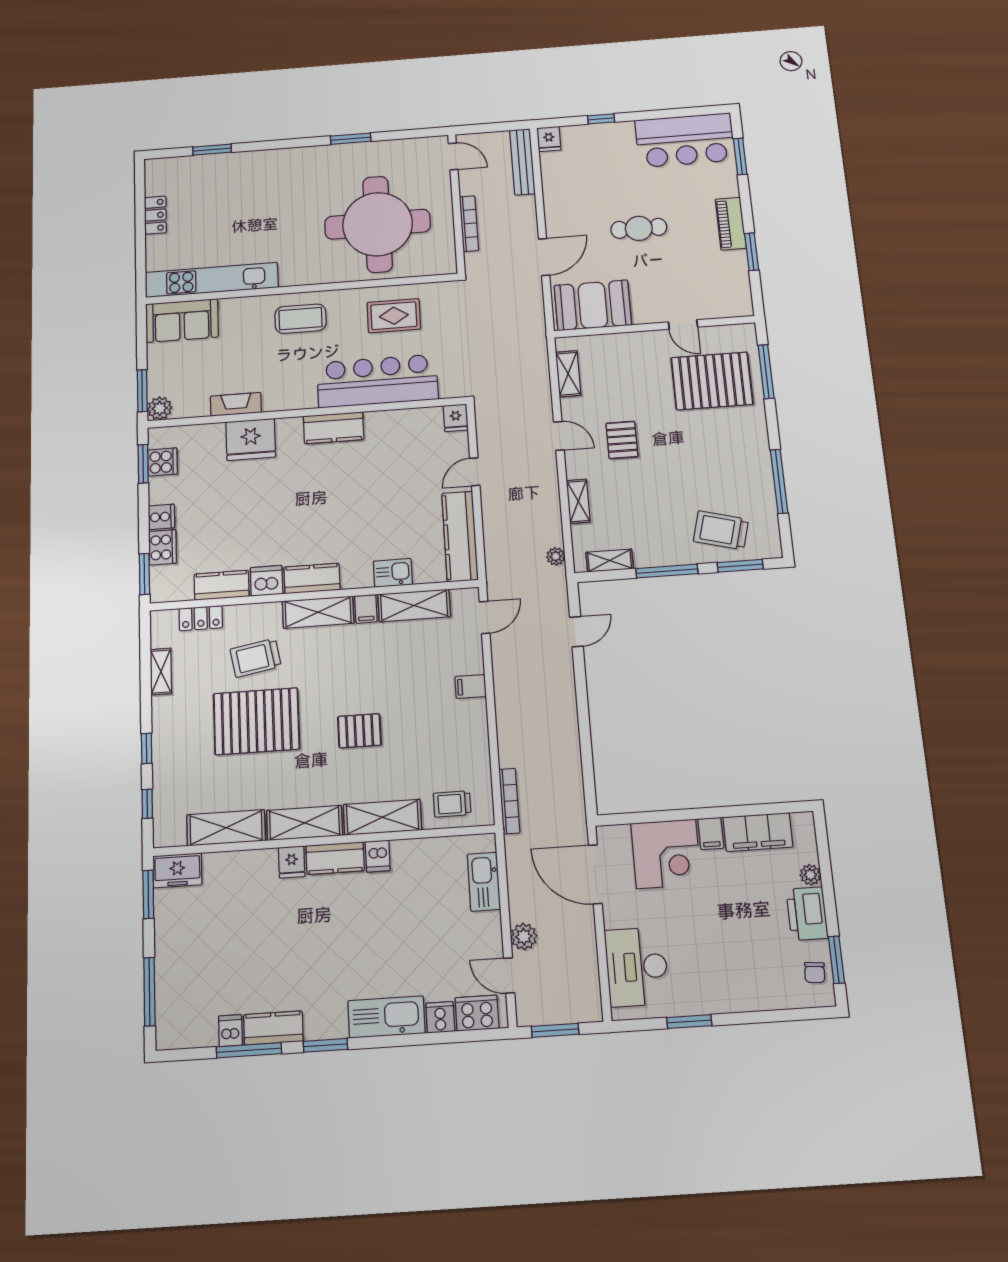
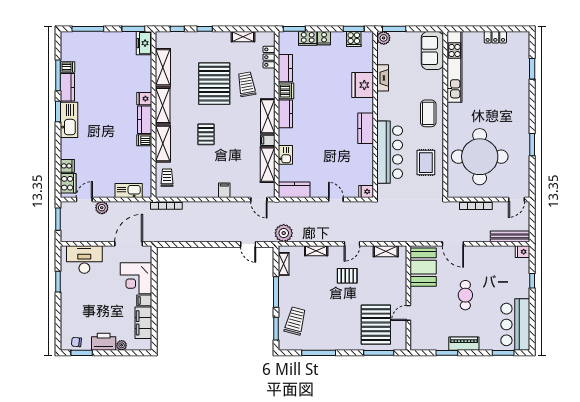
kitchen counter: (460, 536) -> (294, 190), width x0.67
plant: (556, 556) -> (284, 233), width x1.88, depth x1.88
kitchen sink: (386, 1017) -> (69, 120), moved

